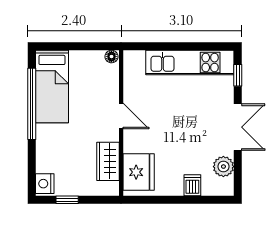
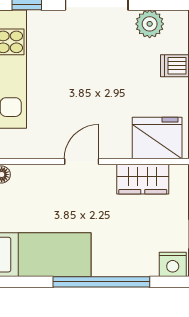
window: (32, 104) -> (101, 282), moved

